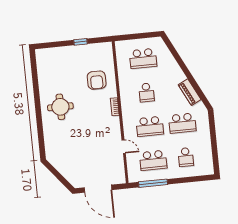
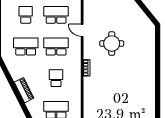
armchair: (97, 80) -> (101, 94), removed
piano: (190, 92) -> (24, 90), moved
round table: (60, 107) -> (112, 44), moved

